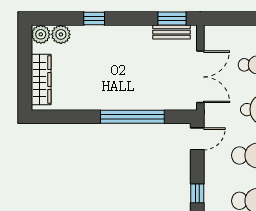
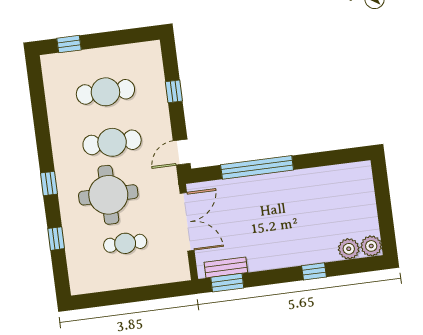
double door: (200, 77) -> (187, 222), swing flipped
wardrobe: (41, 80) -> (364, 196), removed

